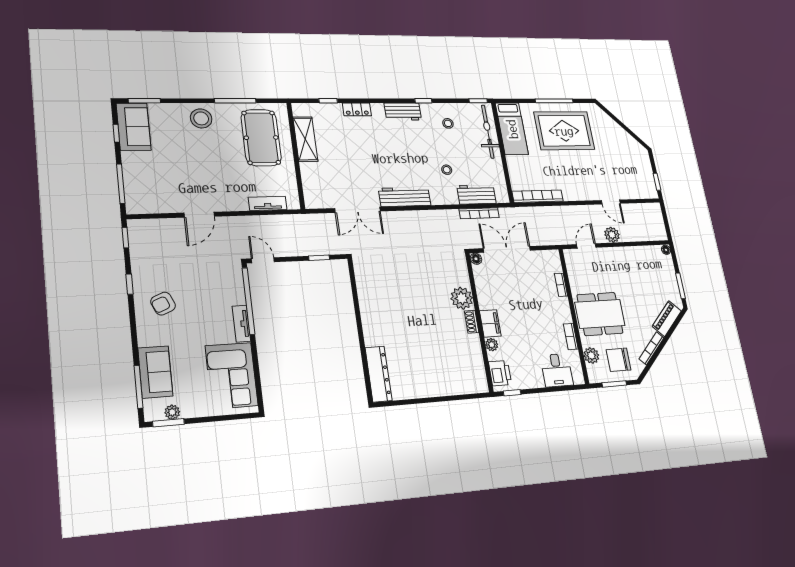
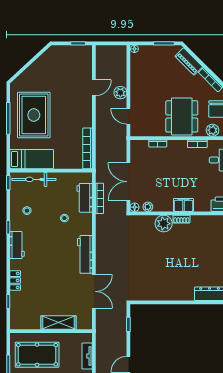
shelving: (305, 139) -> (59, 323), moved
plant: (492, 345) -> (148, 207), moved

